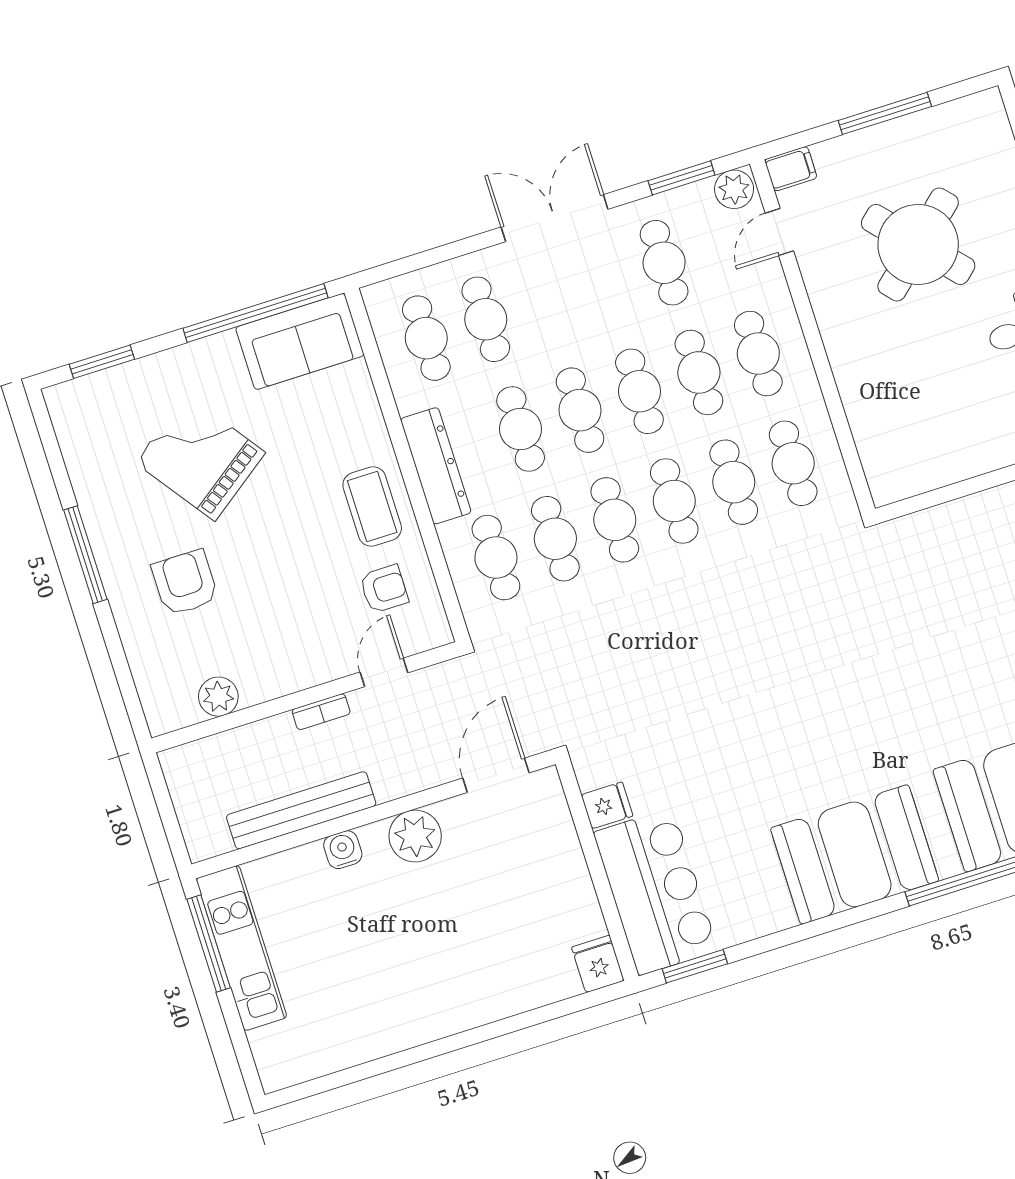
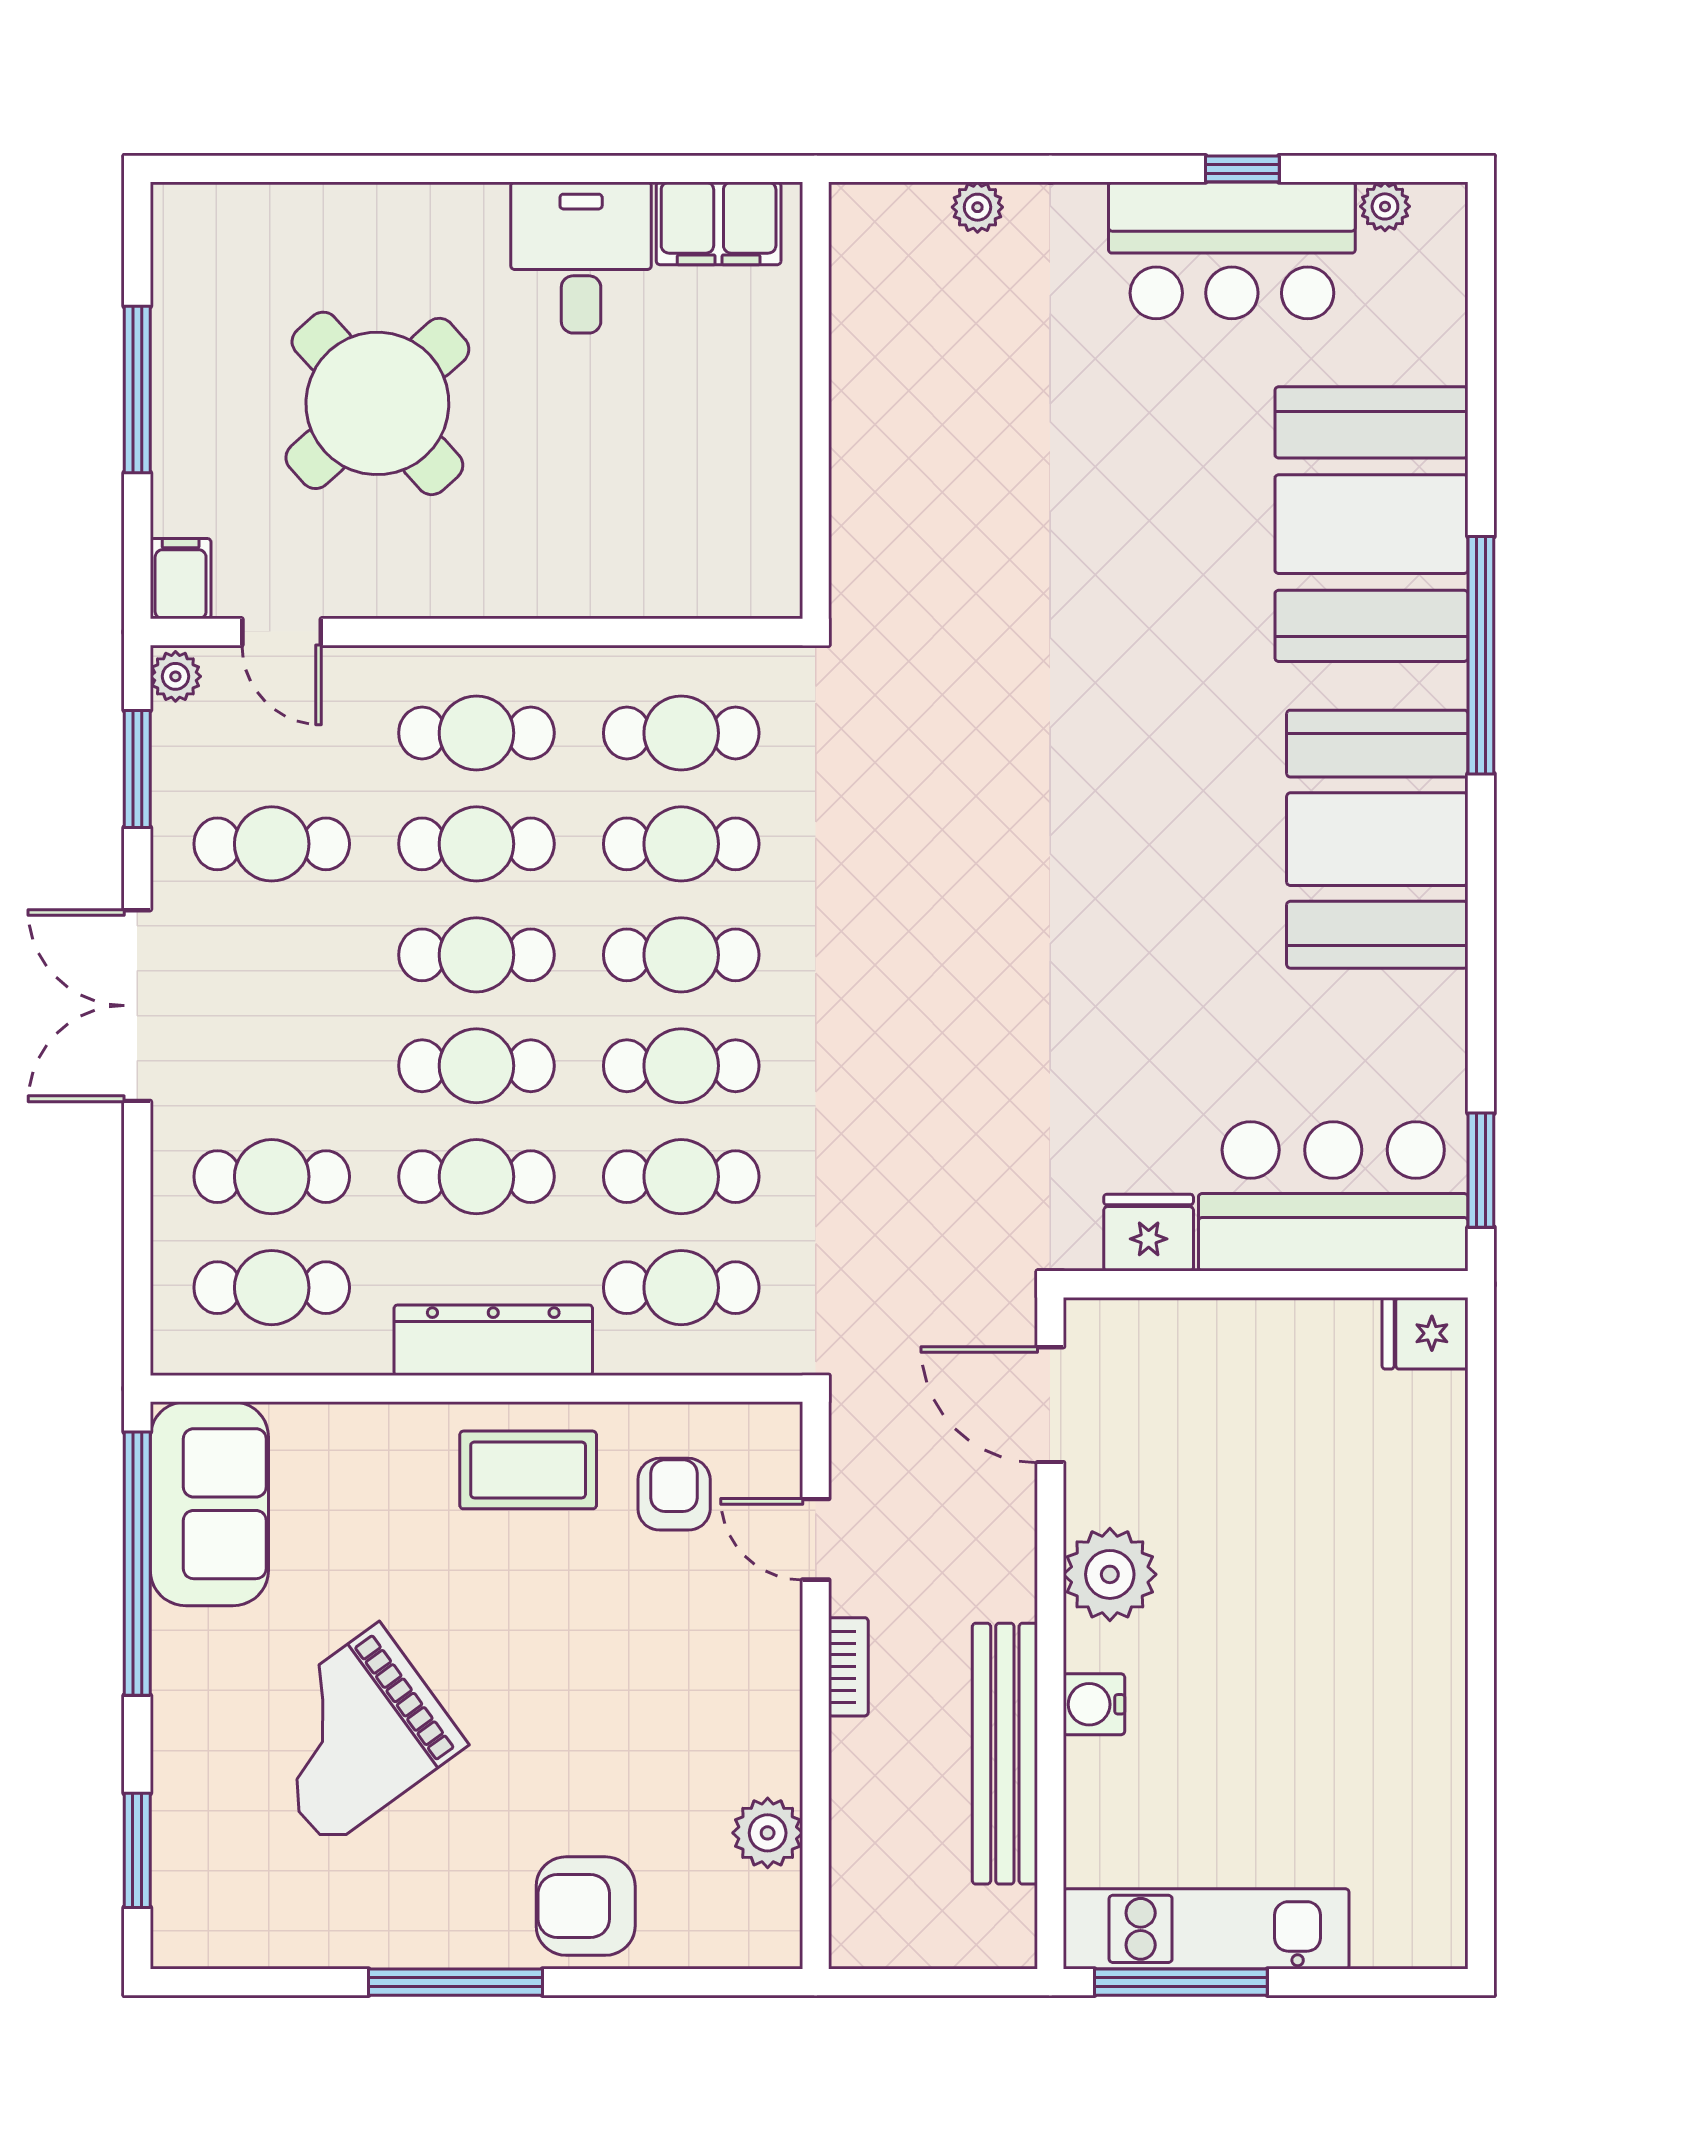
plant: (734, 189) -> (175, 676), width x0.73, depth x0.73
armchair: (185, 583) -> (586, 1906), moved
fridge: (607, 805) -> (1149, 1233), width x1.38

